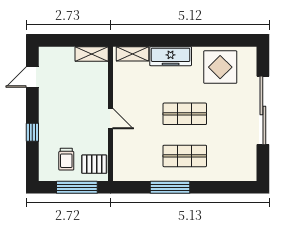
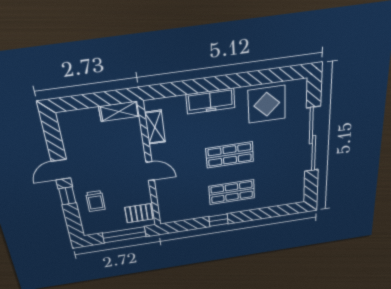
shelving: (132, 54) -> (155, 127), moved, turned 90
door: (32, 77) -> (61, 170), moved
trolley: (66, 159) -> (95, 201), moved
window: (170, 187) -> (219, 220), width x0.46

